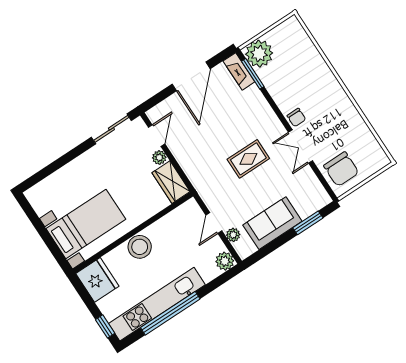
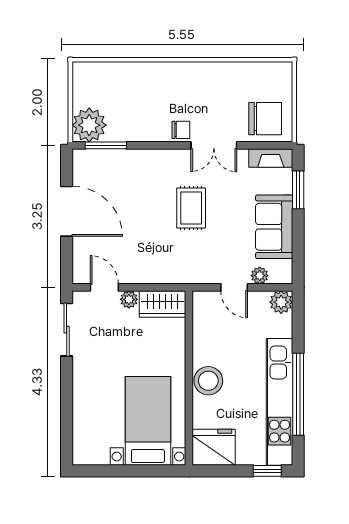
fireplace: (239, 71) -> (271, 158), moved

